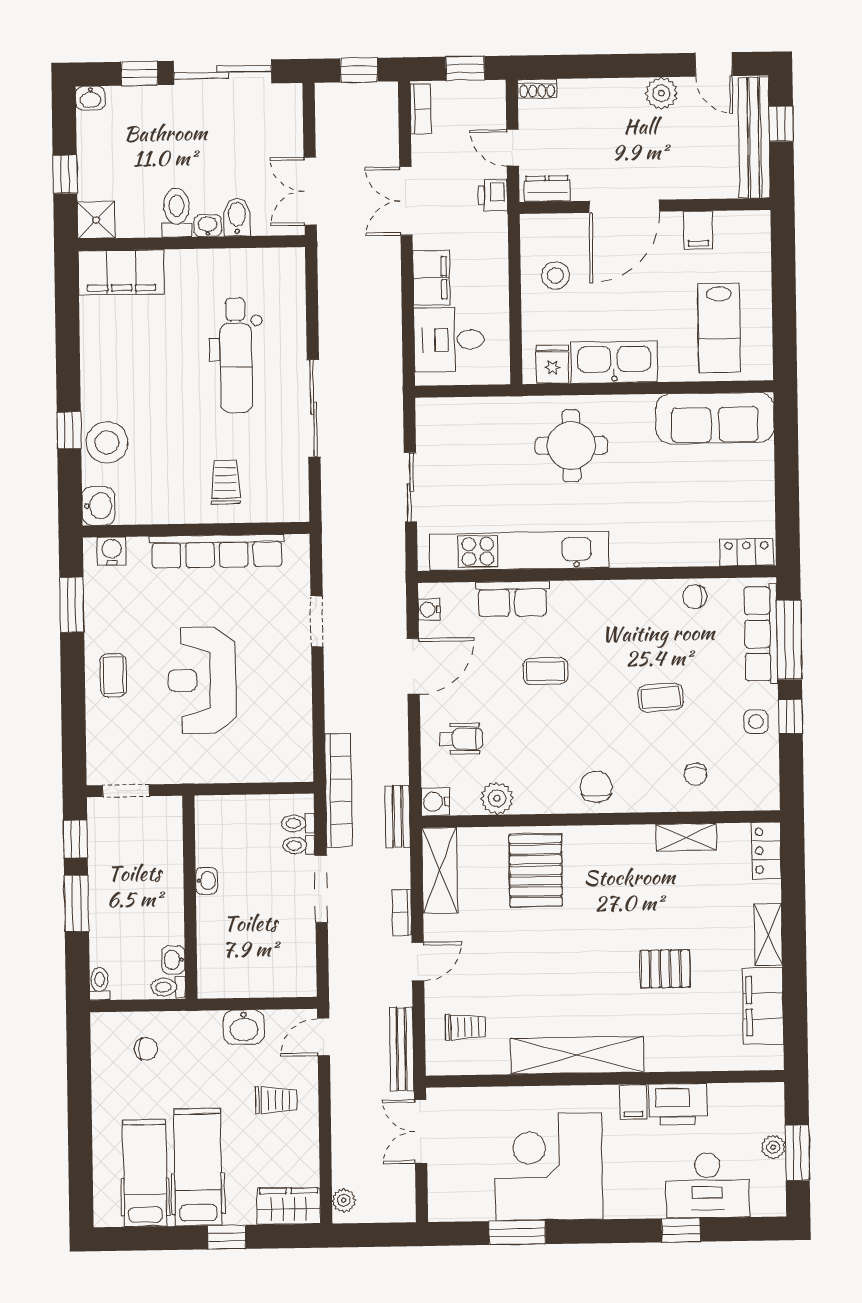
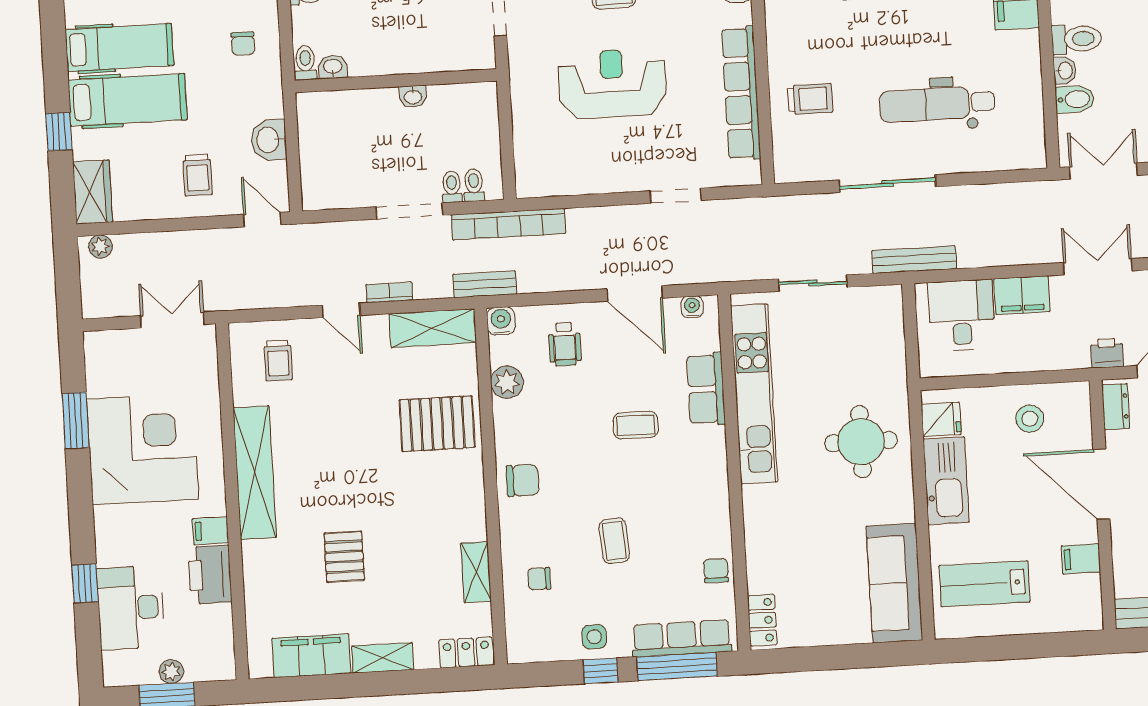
coffee table: (545, 671) -> (636, 425), turned 90
bench: (402, 1049) -> (914, 260), moved

